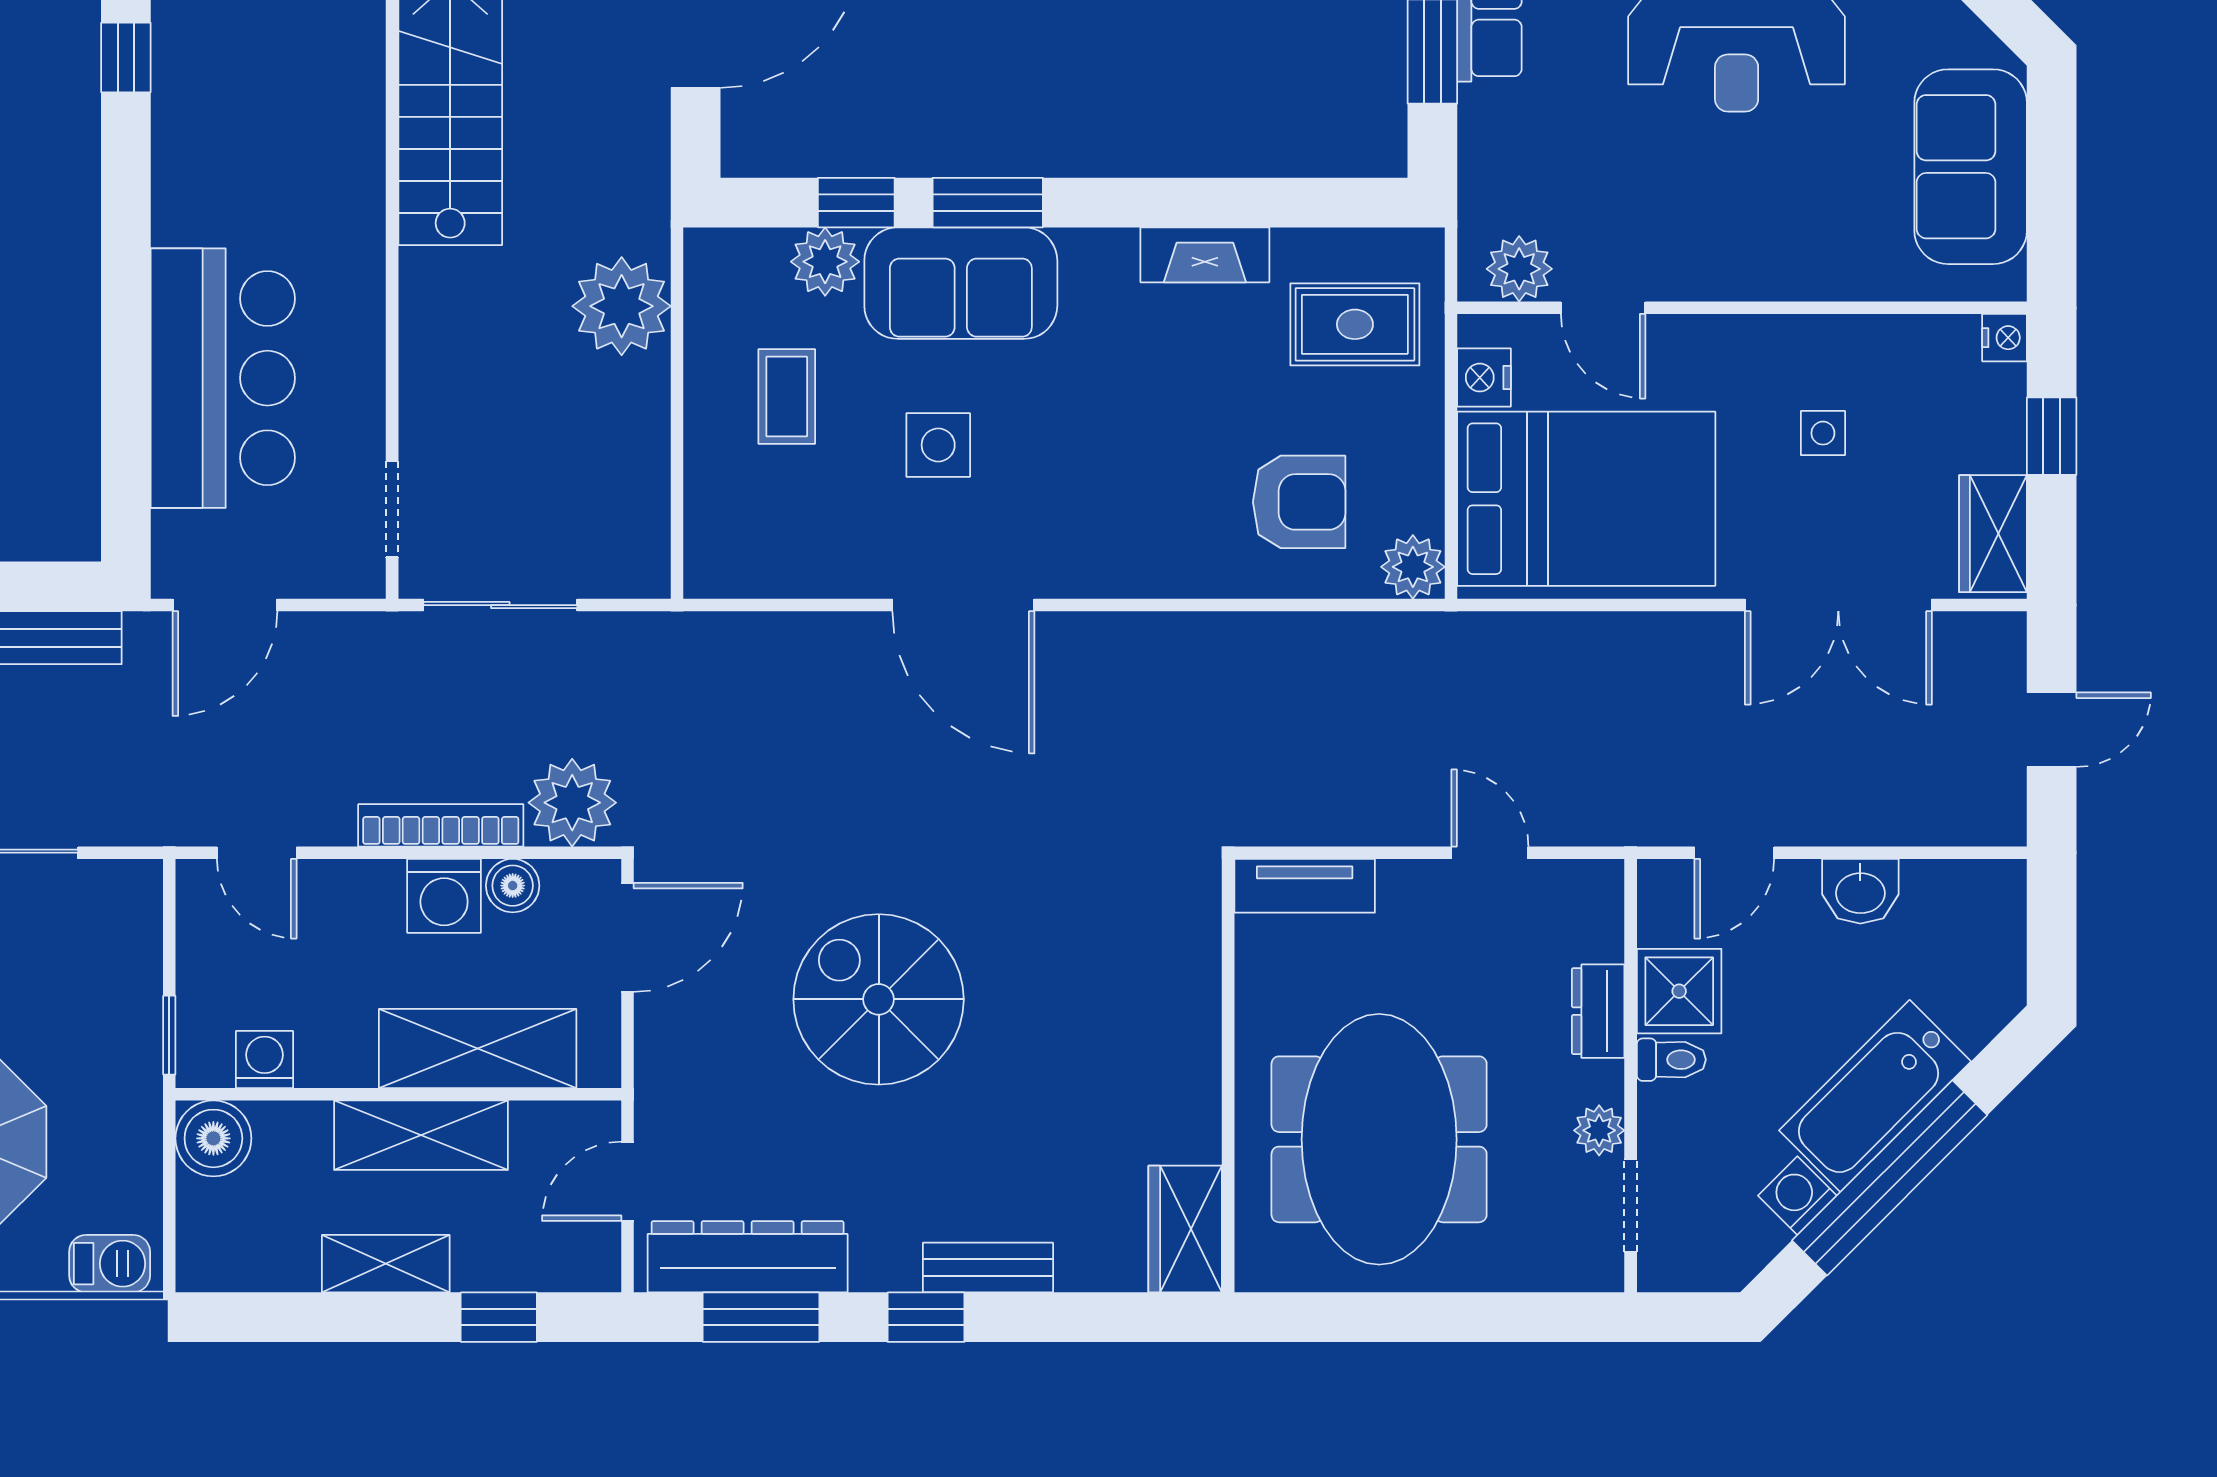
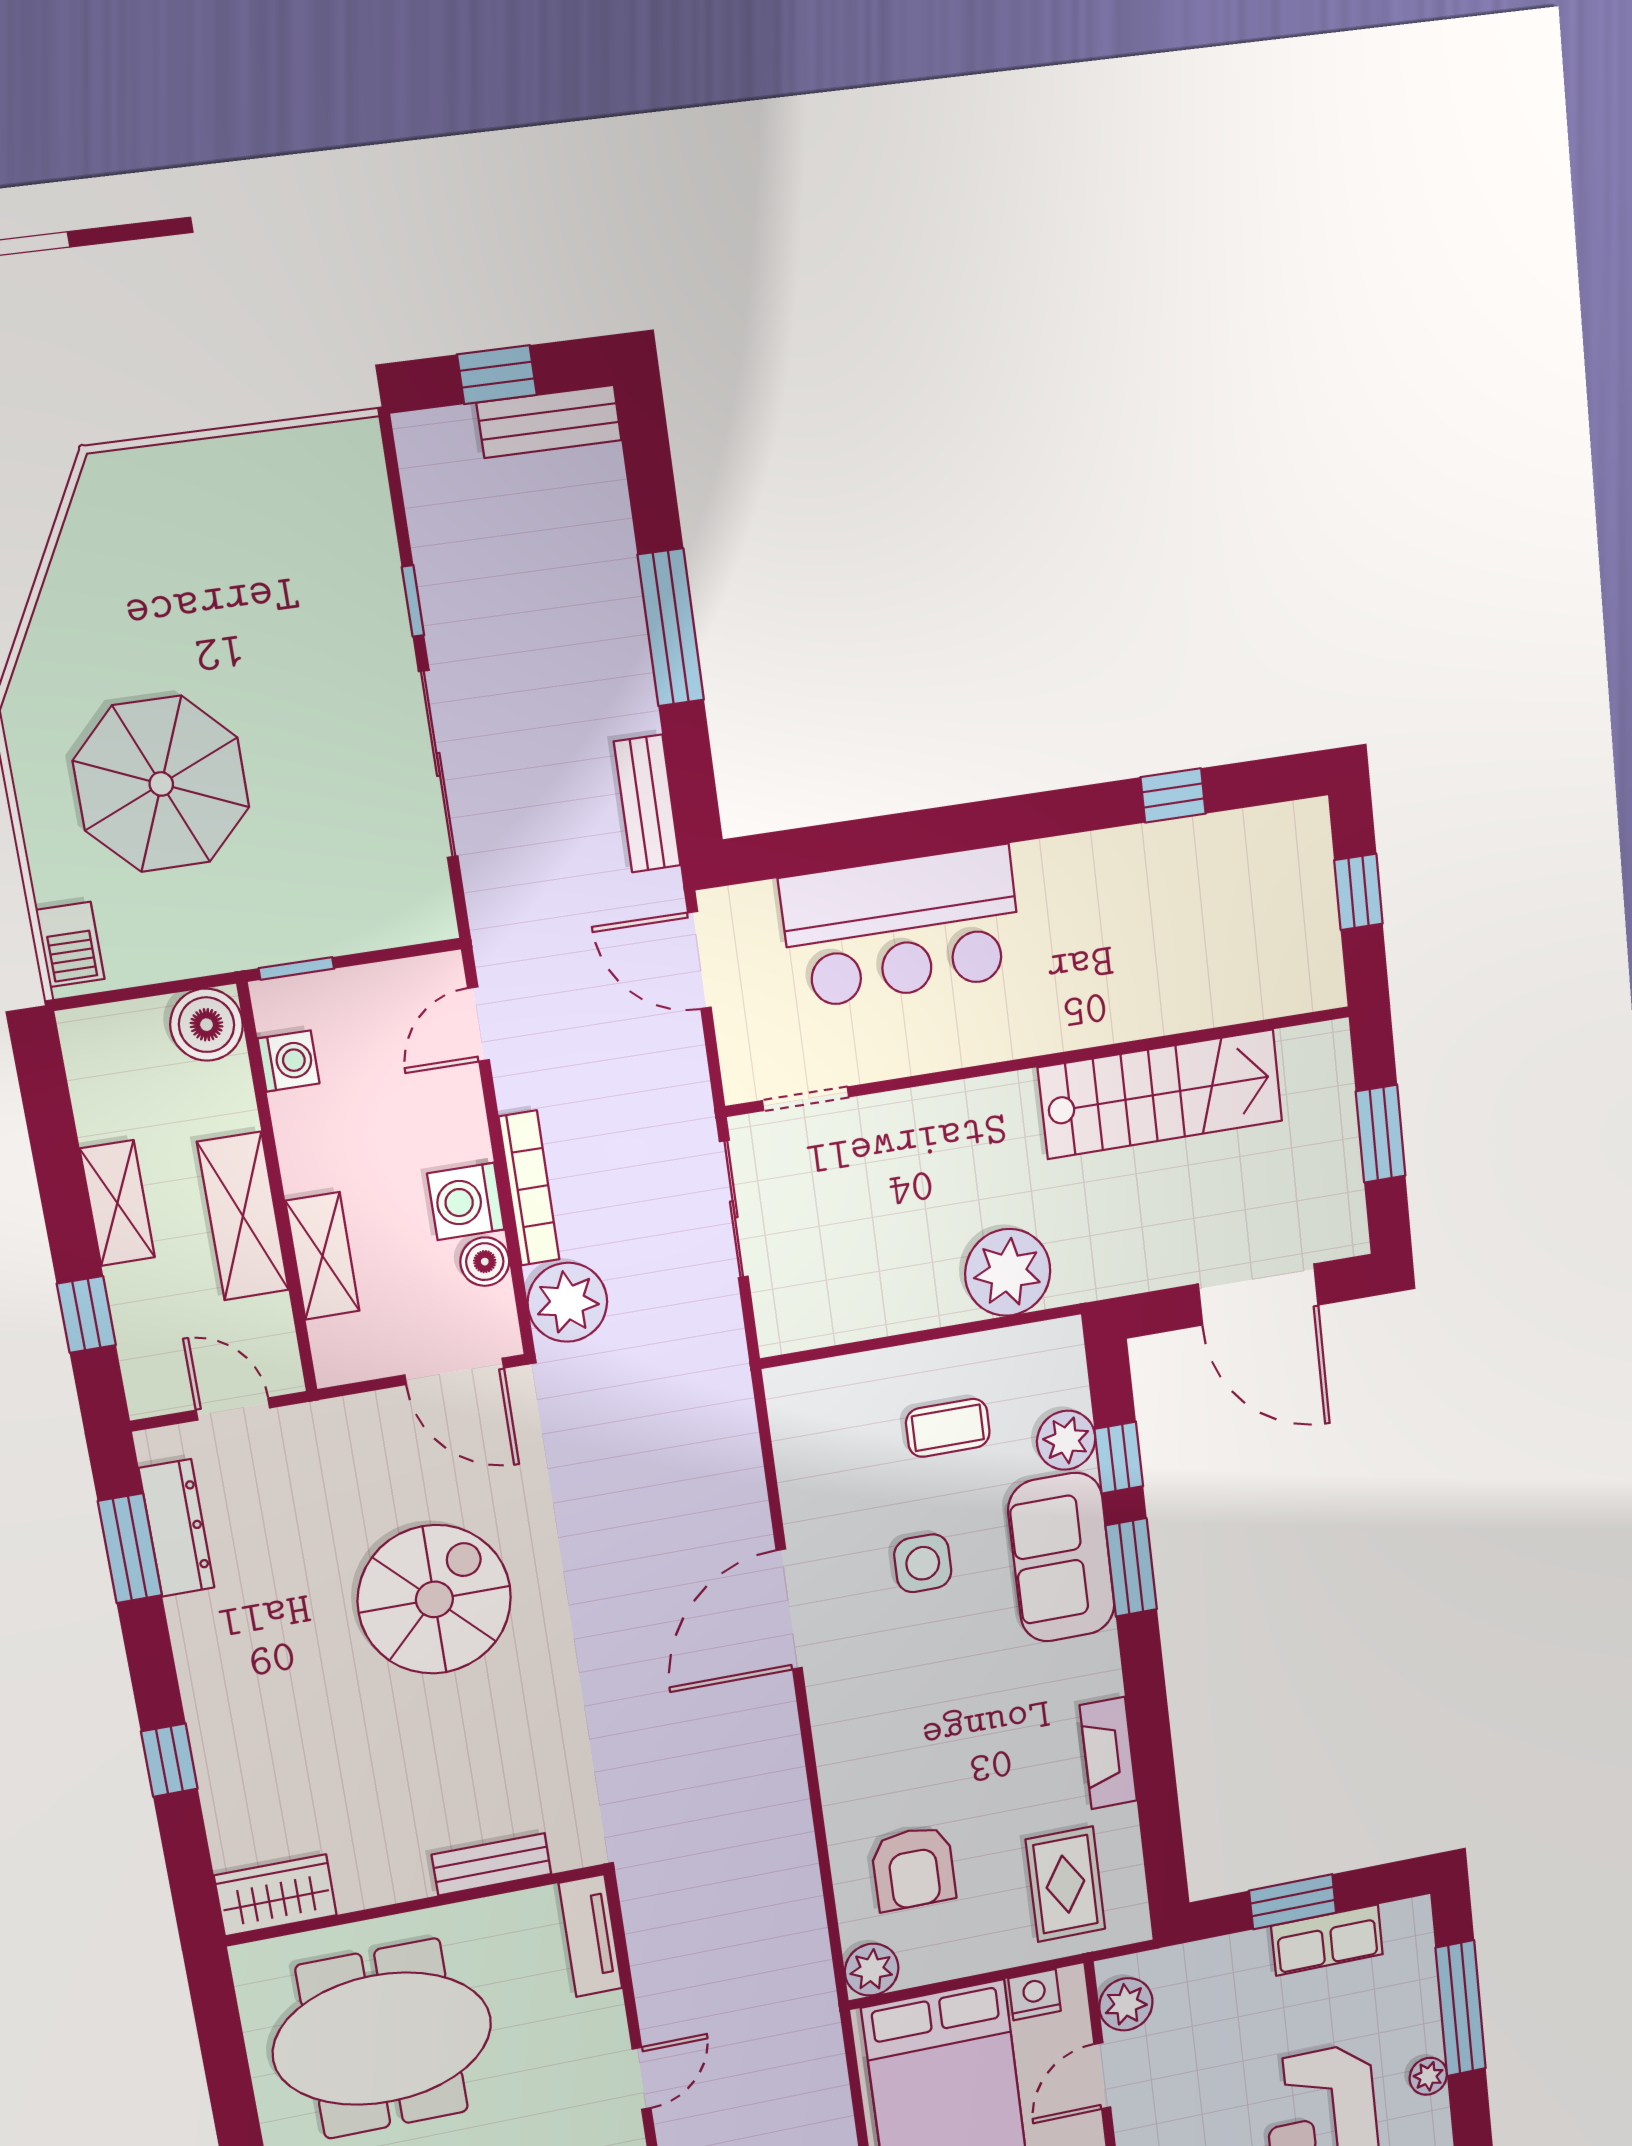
shelving: (478, 1049) -> (322, 1256), width x0.67, depth x0.75
dresser: (748, 1257) -> (177, 1528), width x0.73, depth x0.80
bench: (988, 1268) -> (492, 1864), moved, turned 90
window: (926, 1317) -> (169, 1760), moved

